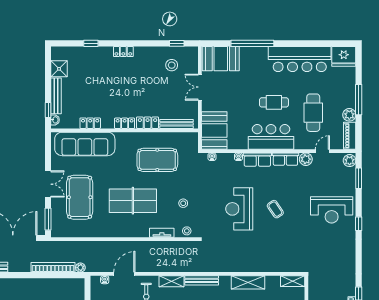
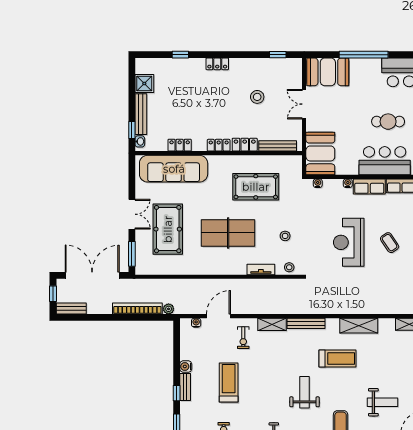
stool: (172, 65) -> (257, 97), moved

